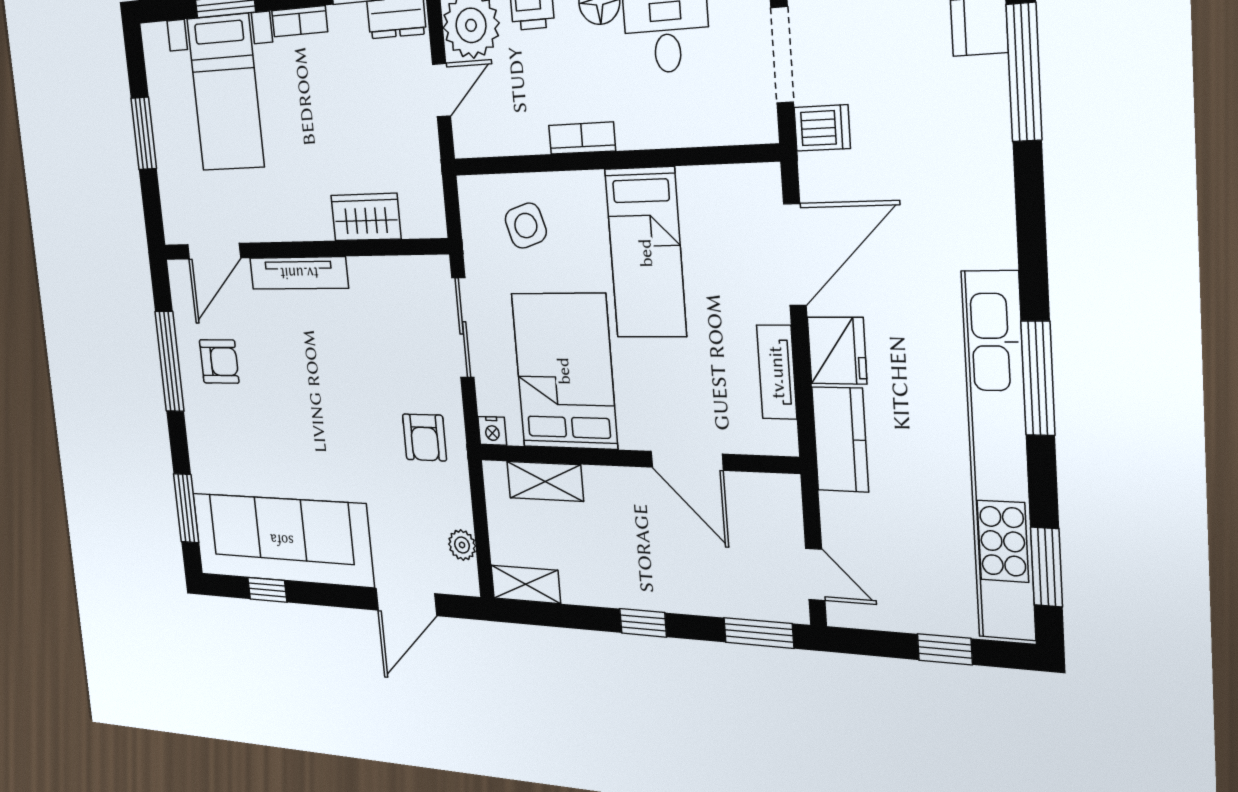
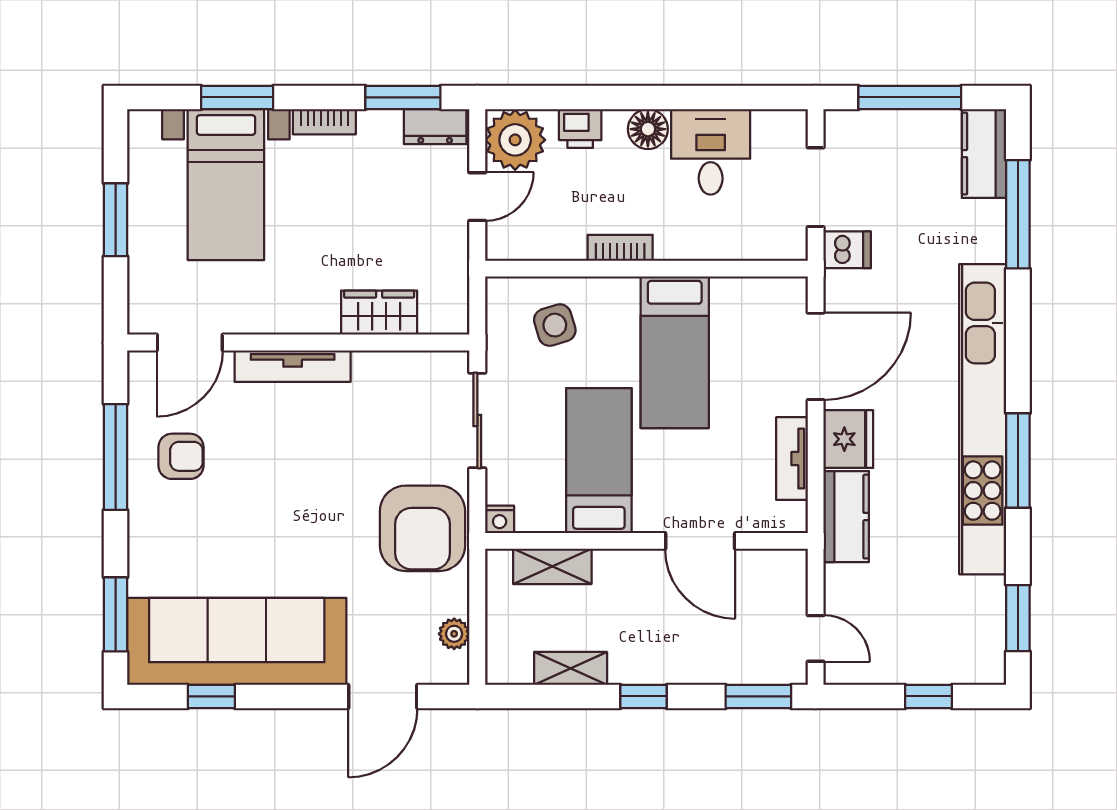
bed: (564, 371) -> (599, 461), width x0.67
armchair: (424, 437) -> (423, 528), width x1.88, depth x1.88
kitchen unit: (999, 457) -> (983, 419), moved
shelving: (526, 584) -> (571, 668), moved

